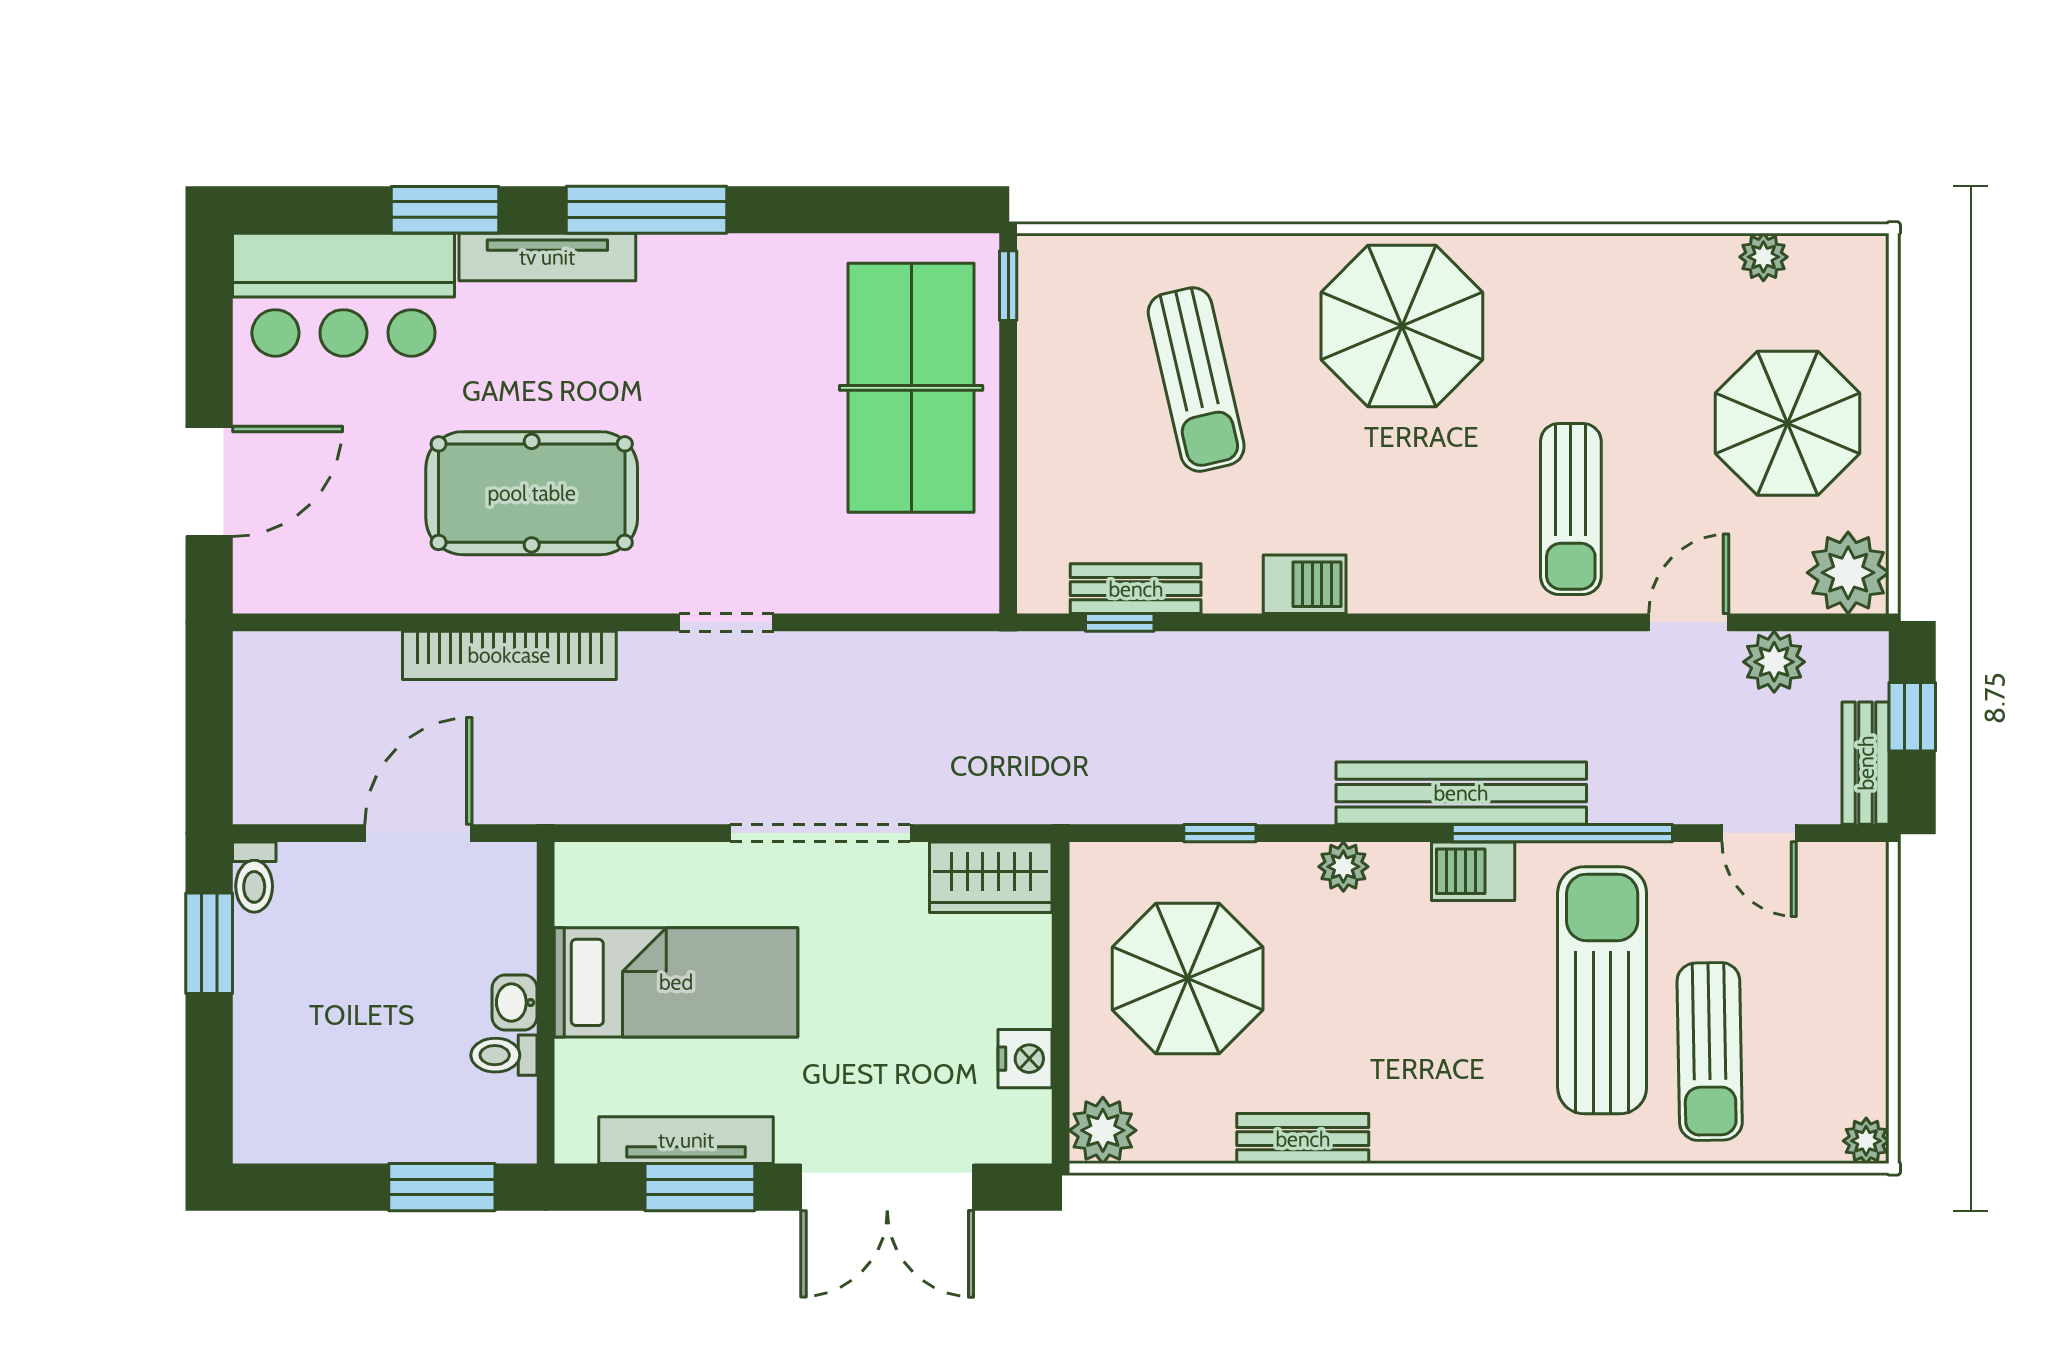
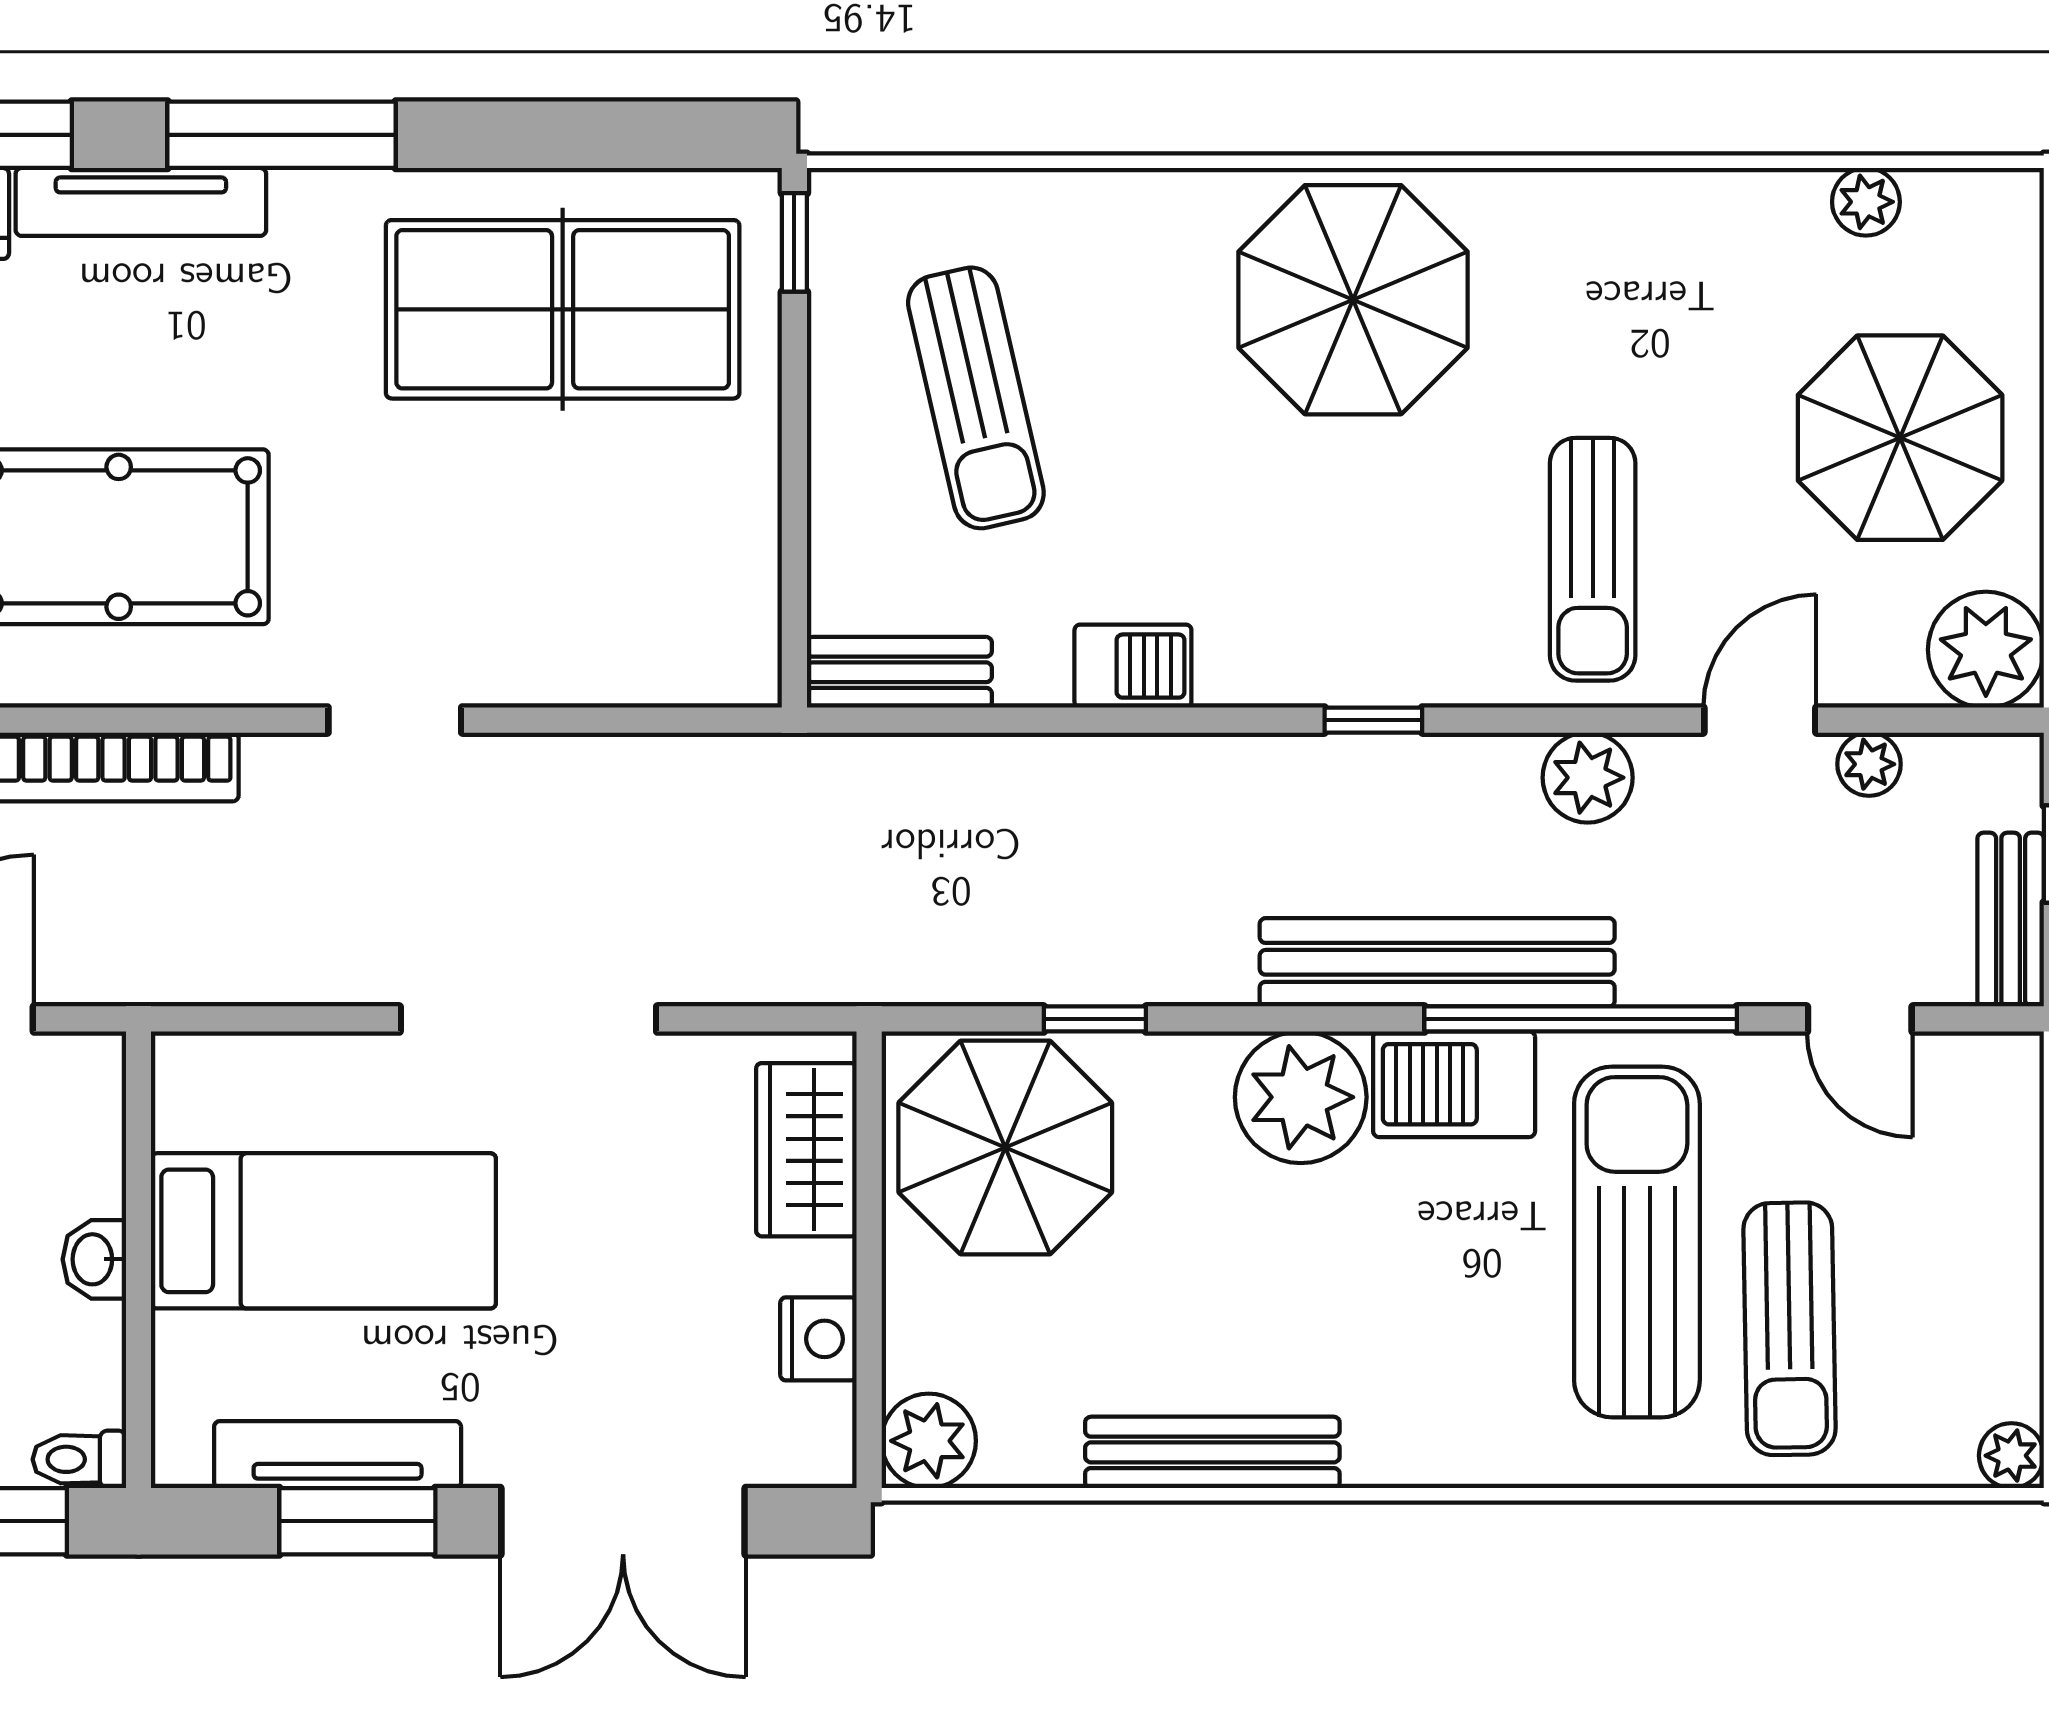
sun lounger: (1196, 379) -> (976, 398), moved
table tennis table: (911, 388) -> (563, 309), moved, turned 90
barbecue: (1305, 584) -> (1133, 666), moved
bench: (1136, 589) -> (899, 672), moved
window: (1120, 622) -> (1373, 720), moved
plant: (1774, 662) -> (1869, 764), width x0.73, depth x0.73
plant: (1567, 663) -> (1588, 778), added
plant: (1343, 867) -> (1301, 1097), width x1.88, depth x1.88
barbecue: (1473, 871) -> (1454, 1084), width x1.38, depth x1.27
wardrobe: (991, 877) -> (806, 1150), moved, turned 90
parasol: (1188, 978) -> (1005, 1148), moved
toilet: (504, 1055) -> (79, 1459), moved
bench: (1303, 1139) -> (1212, 1452), width x1.36

